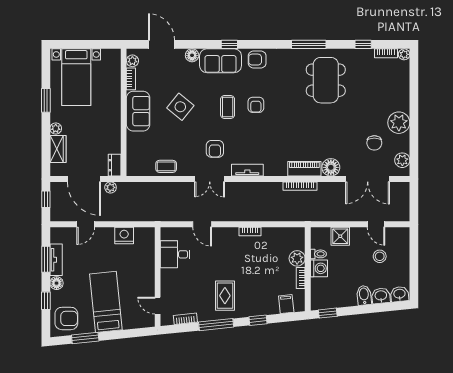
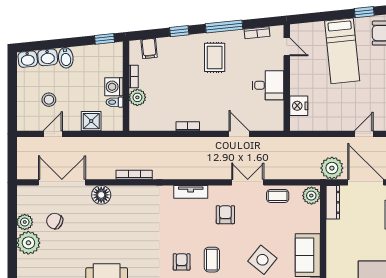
chair: (374, 143) -> (55, 221), turned -64
plant: (402, 160) -> (25, 222), moved
dresser: (115, 165) -> (333, 202), width x1.44
plant: (135, 167) -> (311, 196), added
piano: (304, 169) -> (130, 193), removed
double door: (210, 179) -> (248, 182), moved
plant: (111, 187) -> (332, 168), width x1.88, depth x1.88
door: (376, 224) -> (53, 134), hinge flipped
nightstand: (124, 235) -> (299, 106), moved, turned 90
desk: (175, 254) -> (268, 85), moved
window: (85, 338) -> (364, 12), width x0.67

